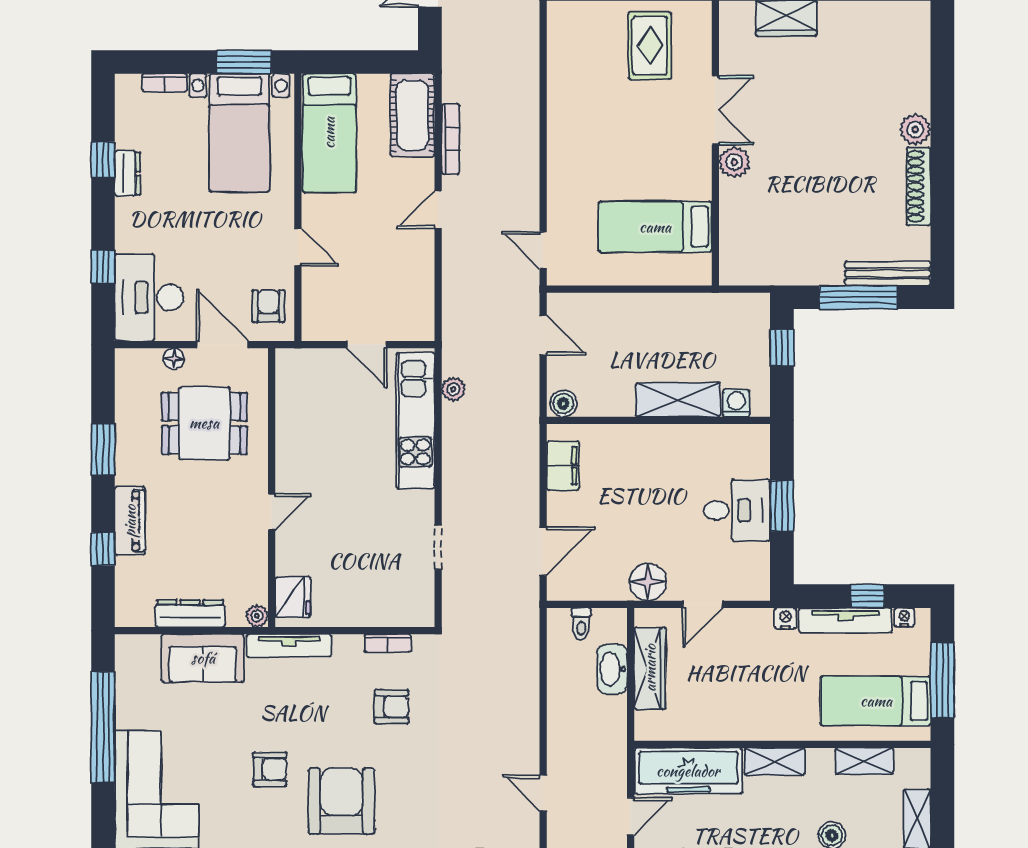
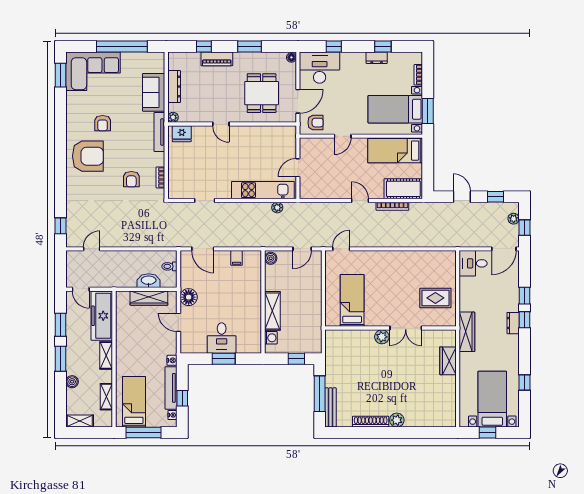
floor lamp: (174, 359) -> (291, 57), moved
filing cabinet: (563, 466) -> (237, 258), width x0.50

